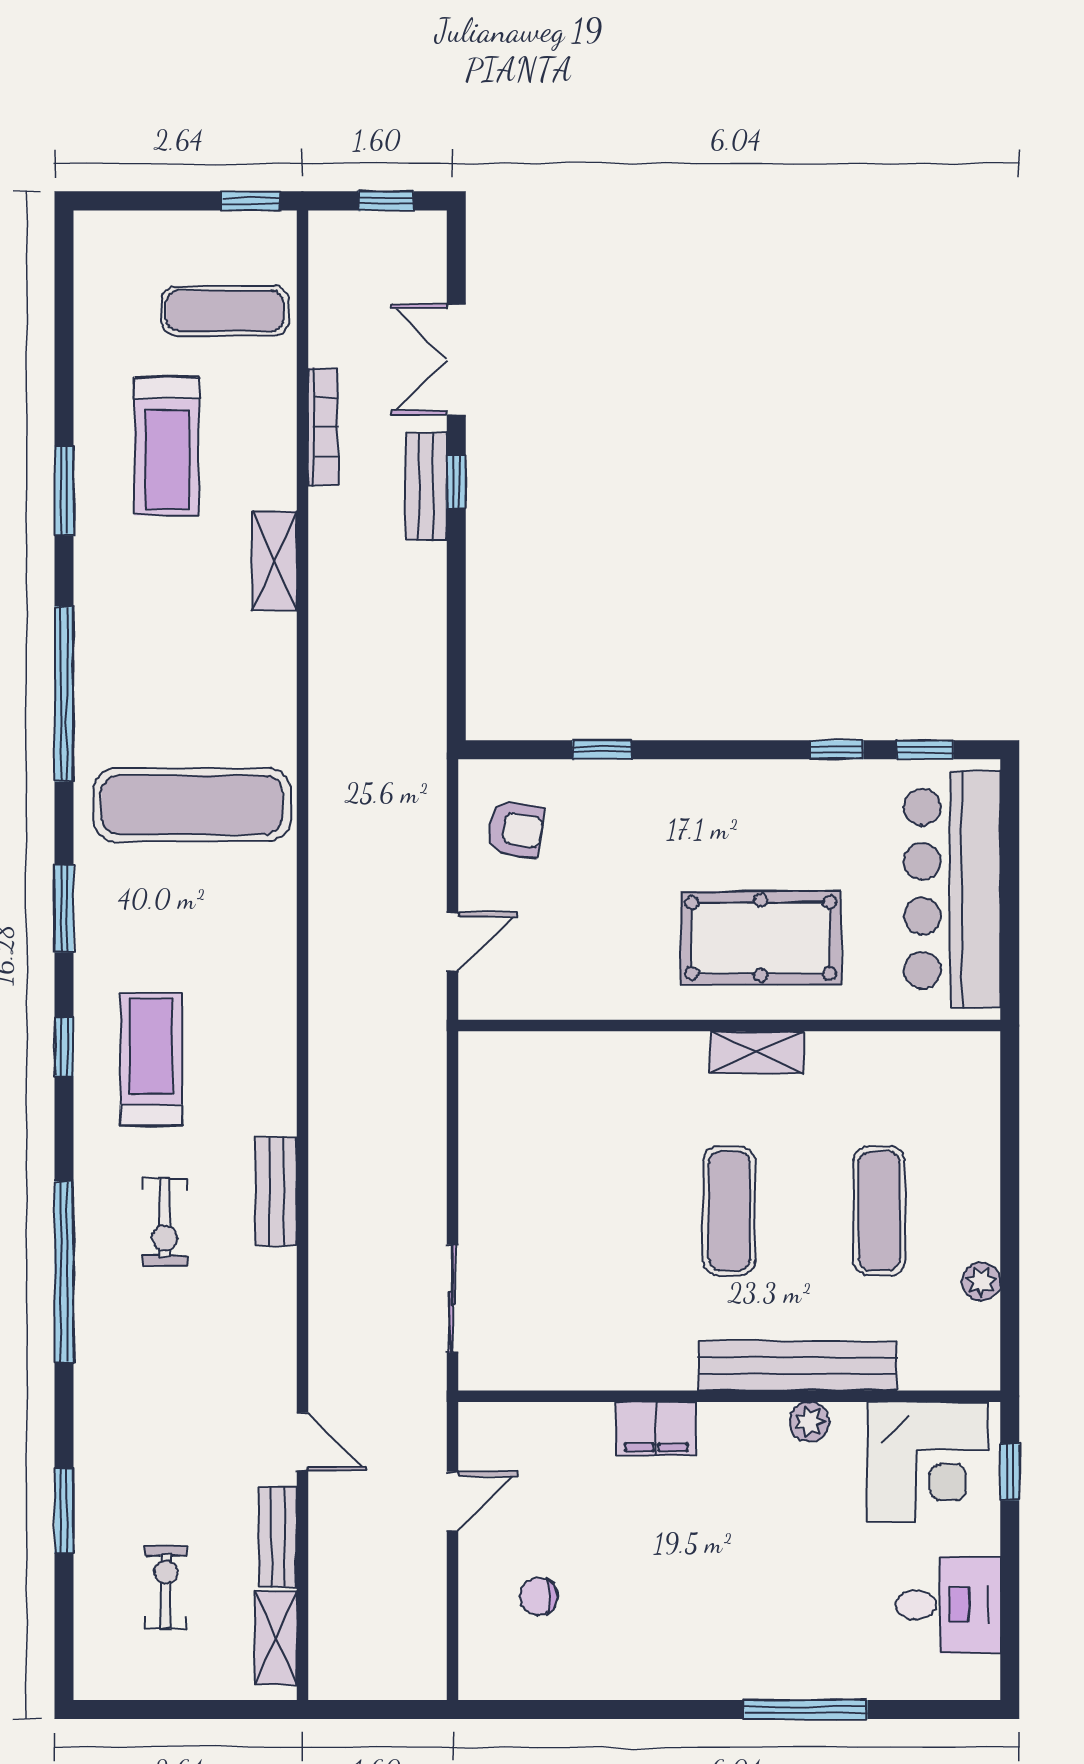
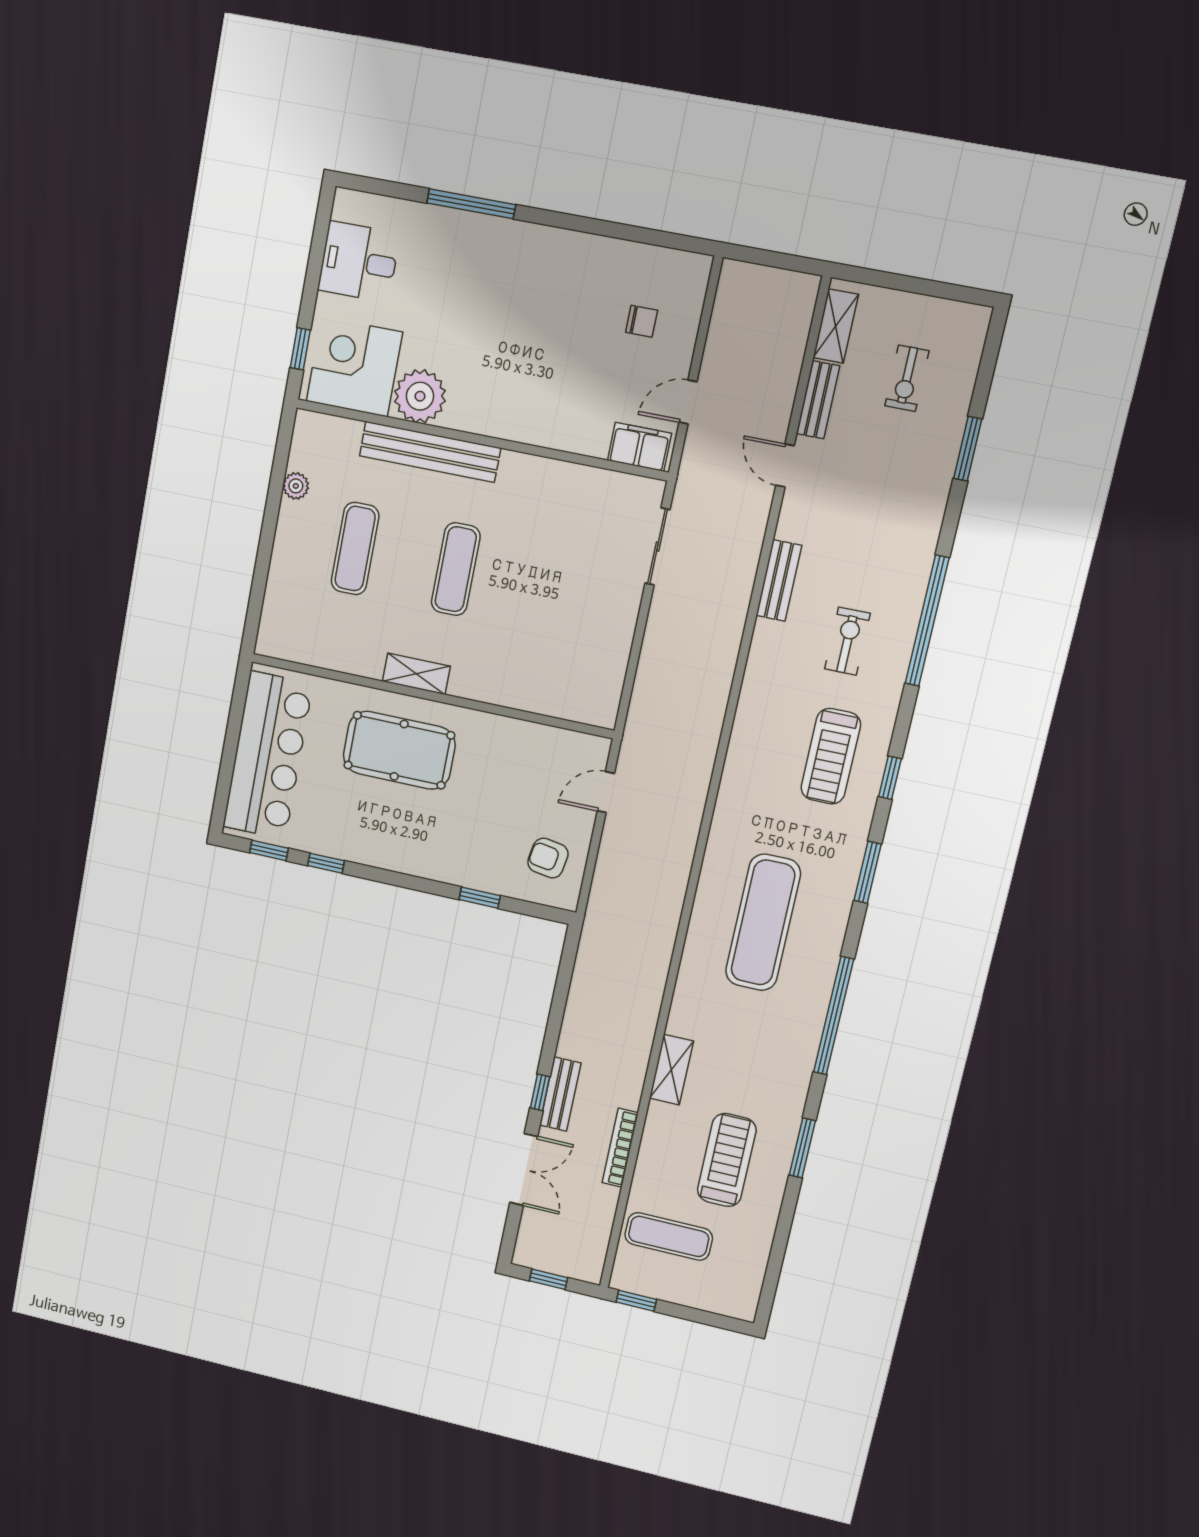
exercise mat: (192, 805) -> (763, 923), turned 90
bench: (276, 1191) -> (779, 581), moved
plant: (809, 1422) -> (420, 396), width x1.88, depth x1.88
filing cabinet: (656, 1429) -> (640, 447), moved

